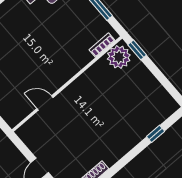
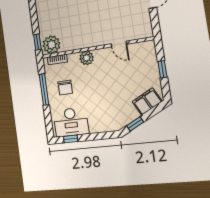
chair: (74, 21) -> (65, 88), added
plant: (71, 67) -> (86, 58), added

